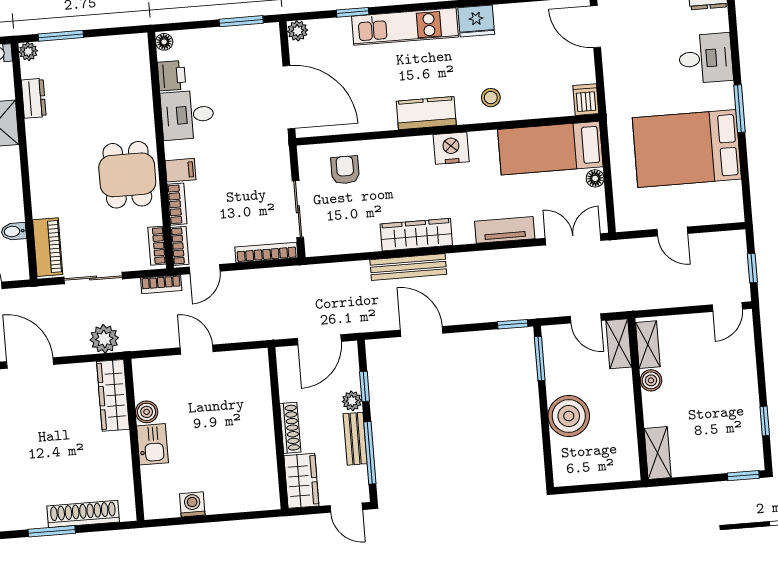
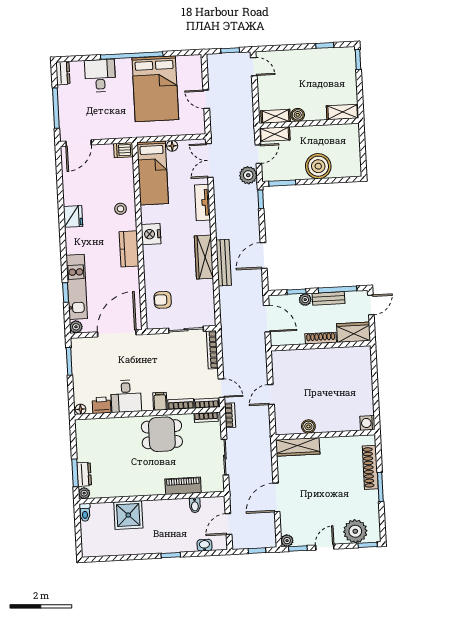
kitchen unit: (405, 27) -> (77, 287), moved
dresser: (34, 98) -> (84, 474), moved, turned 90
window: (740, 109) -> (132, 56), width x2.11
door: (672, 231) -> (206, 99), swing flipped
piano: (48, 247) -> (183, 486), moved
plant: (104, 339) -> (248, 175), moved
kitchen sink: (152, 444) -> (329, 423), removed
washing machine: (192, 504) -> (367, 423), moved

